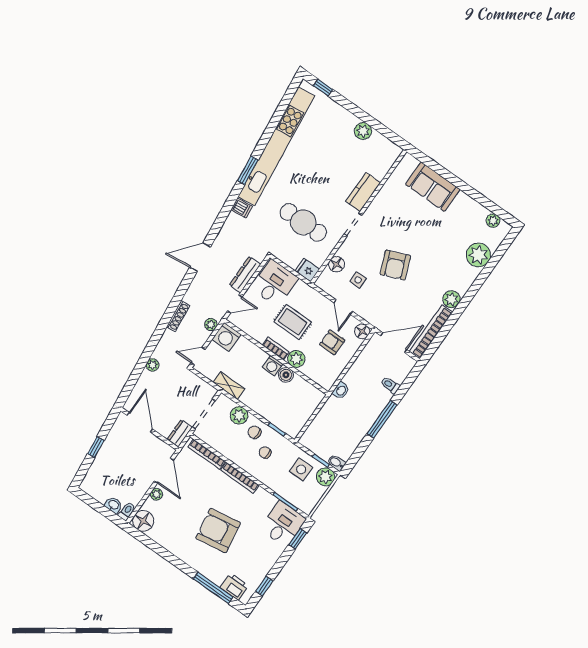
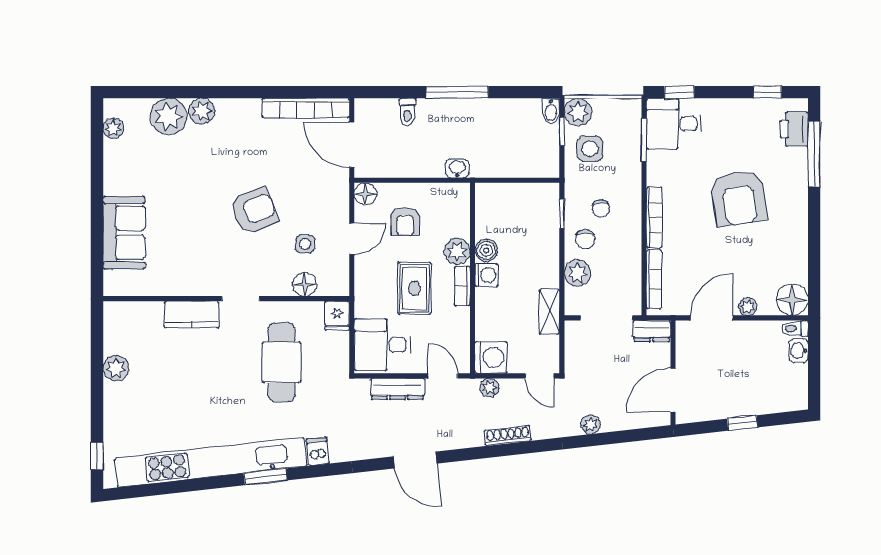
plant: (451, 299) -> (202, 111), moved

